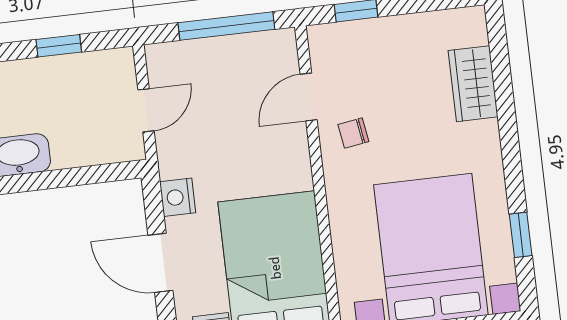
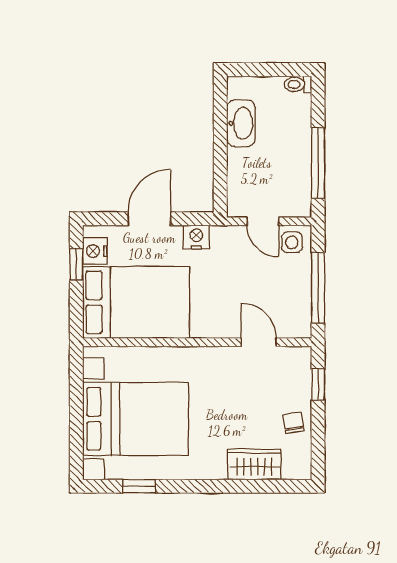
window: (59, 46) -> (318, 163), width x2.17
side table: (170, 68) -> (292, 242), added
chair: (353, 133) -> (293, 423), moved

